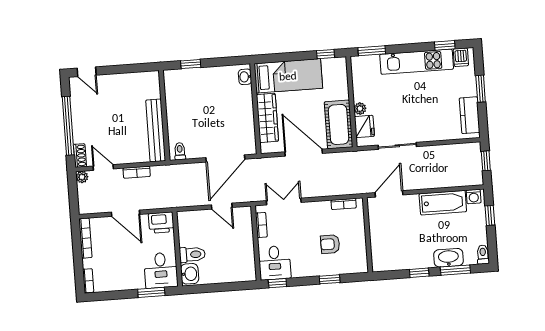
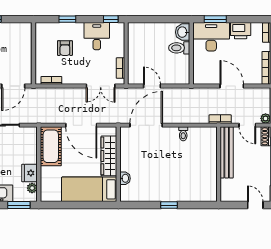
window: (326, 54) -> (57, 205), removed
washbasin: (245, 77) -> (125, 178), moved
plant: (360, 109) -> (32, 188), moved
wall: (164, 115) -> (219, 164), moved
fridge: (364, 126) -> (30, 173), moved
bench: (156, 130) -> (227, 152), moved
printer: (161, 223) -> (241, 31), moved, turned 180
armchair: (330, 244) -> (65, 48), turned 90
desk: (275, 263) -> (97, 36), moved
desk: (161, 270) -> (211, 37), width x1.37

